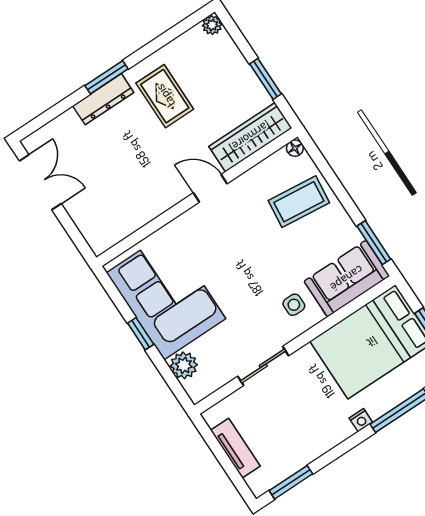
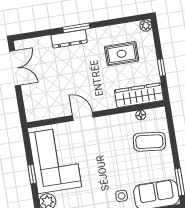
window: (265, 79) -> (161, 67), width x0.67
rug: (165, 96) -> (122, 54), moved, turned 90
floor lamp: (295, 148) -> (141, 115), moved
door: (210, 188) -> (83, 116), moved

